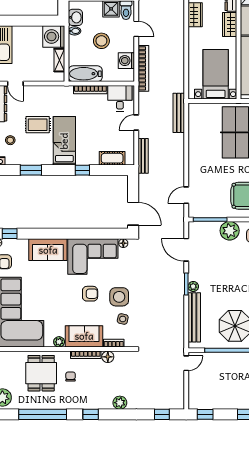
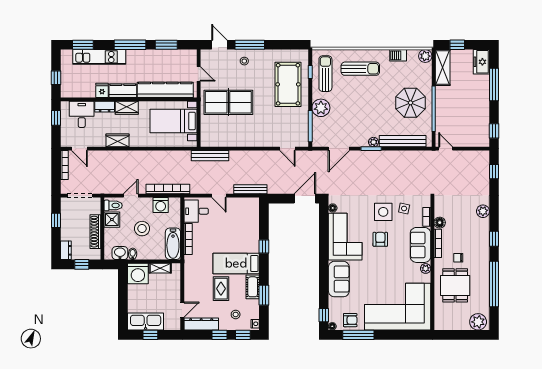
cot: (112, 158) -> (253, 287), moved
dining table: (41, 373) -> (455, 285), turned 90

